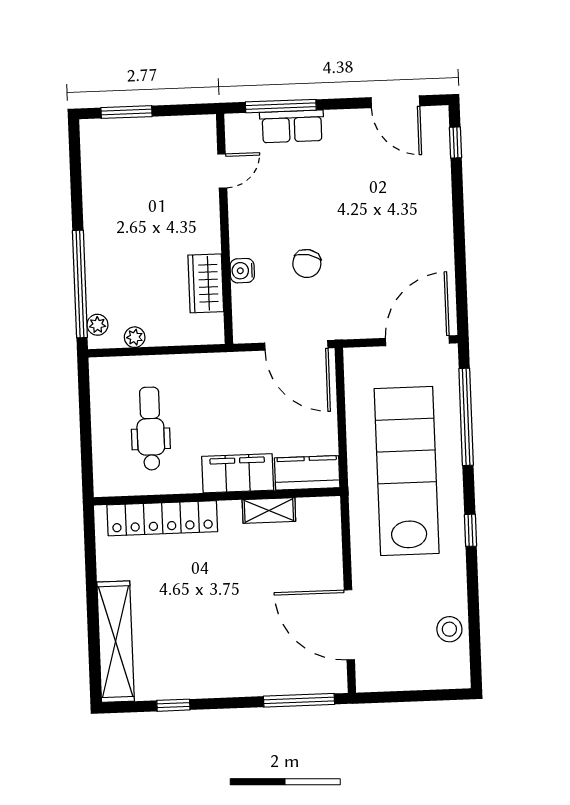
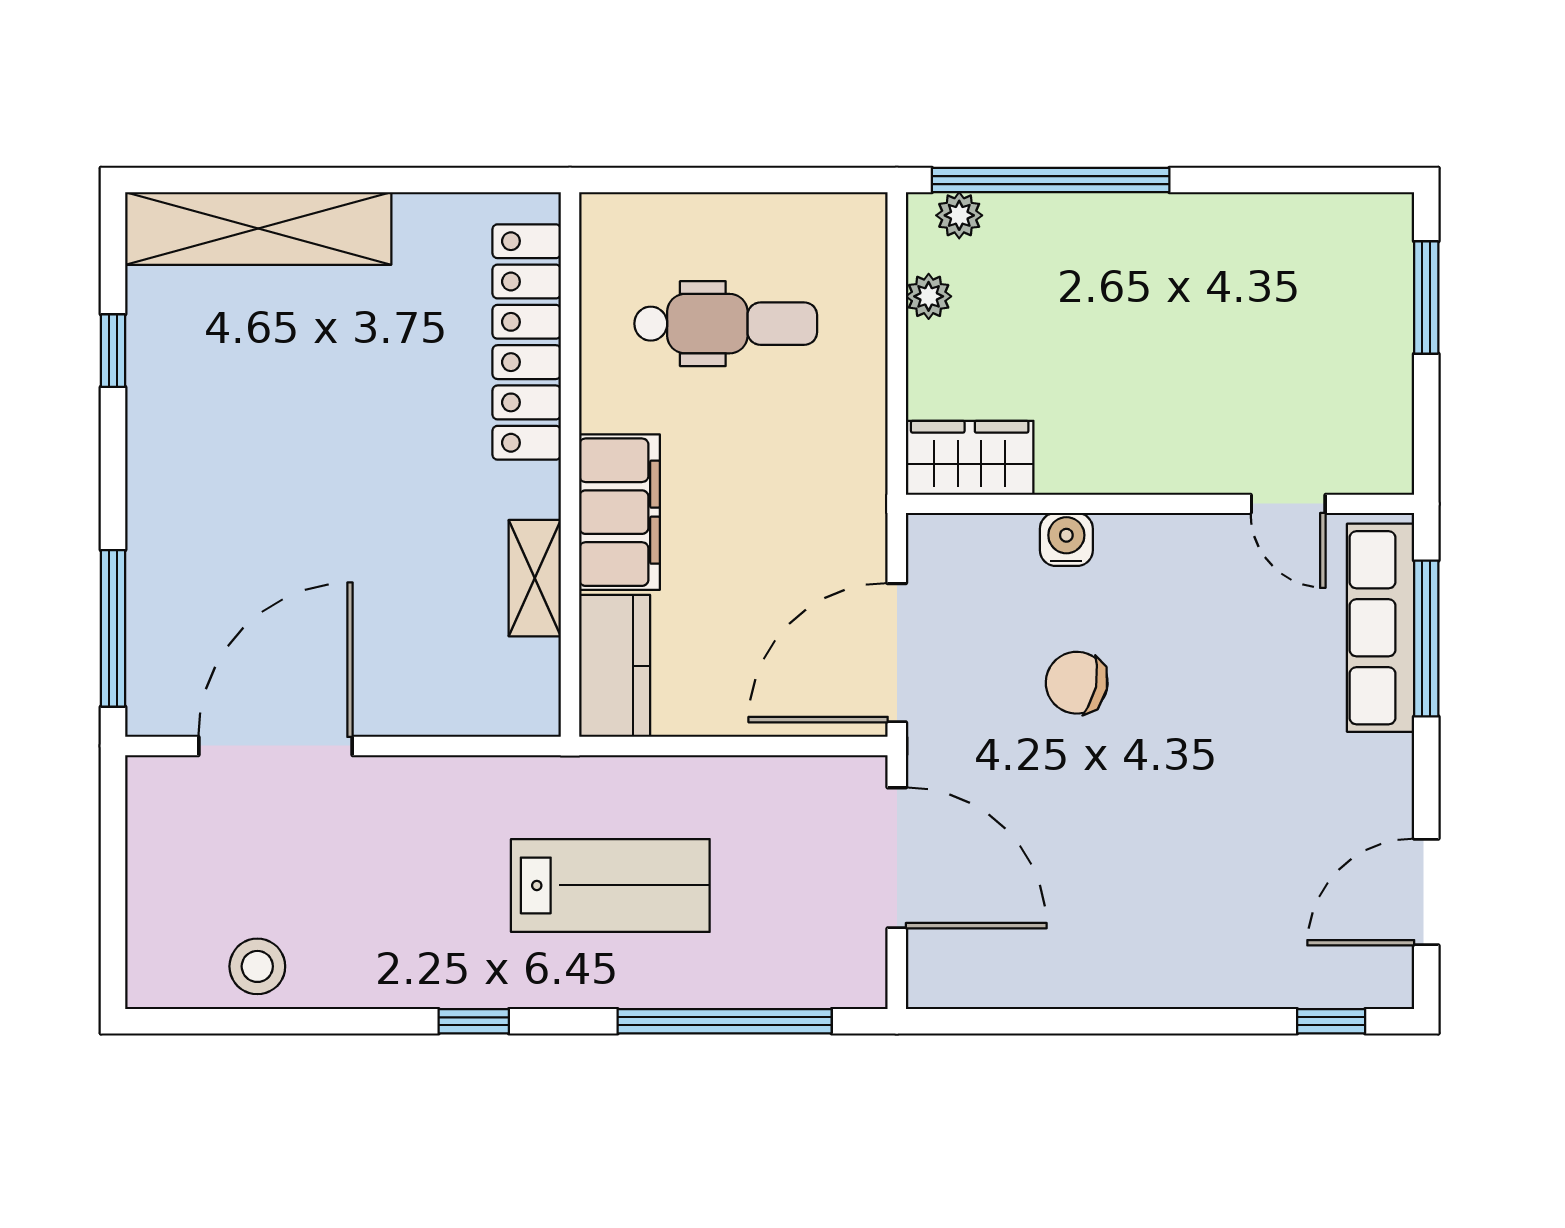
row of seats: (292, 126) -> (1381, 628), width x1.48
wardrobe: (206, 283) -> (970, 458), moved
door: (417, 341) -> (897, 858), moved
lab bench: (407, 471) -> (610, 885), width x0.54, depth x0.72

